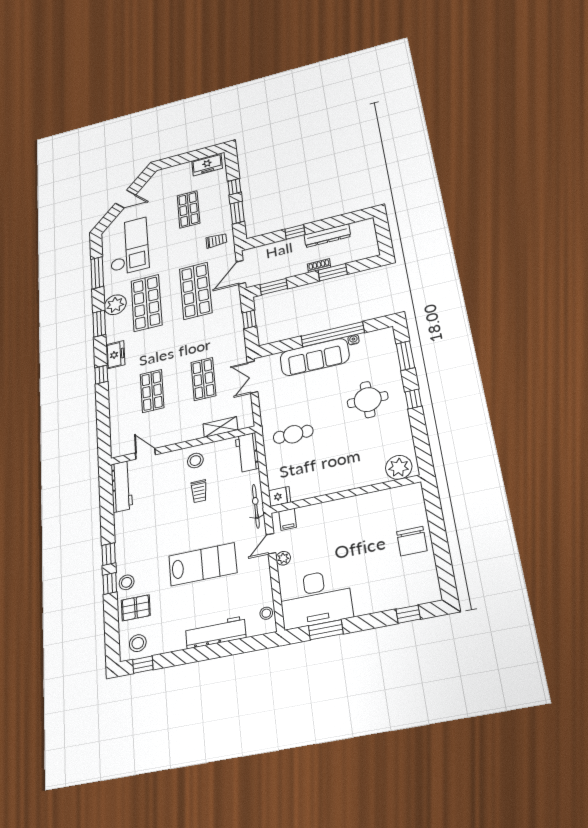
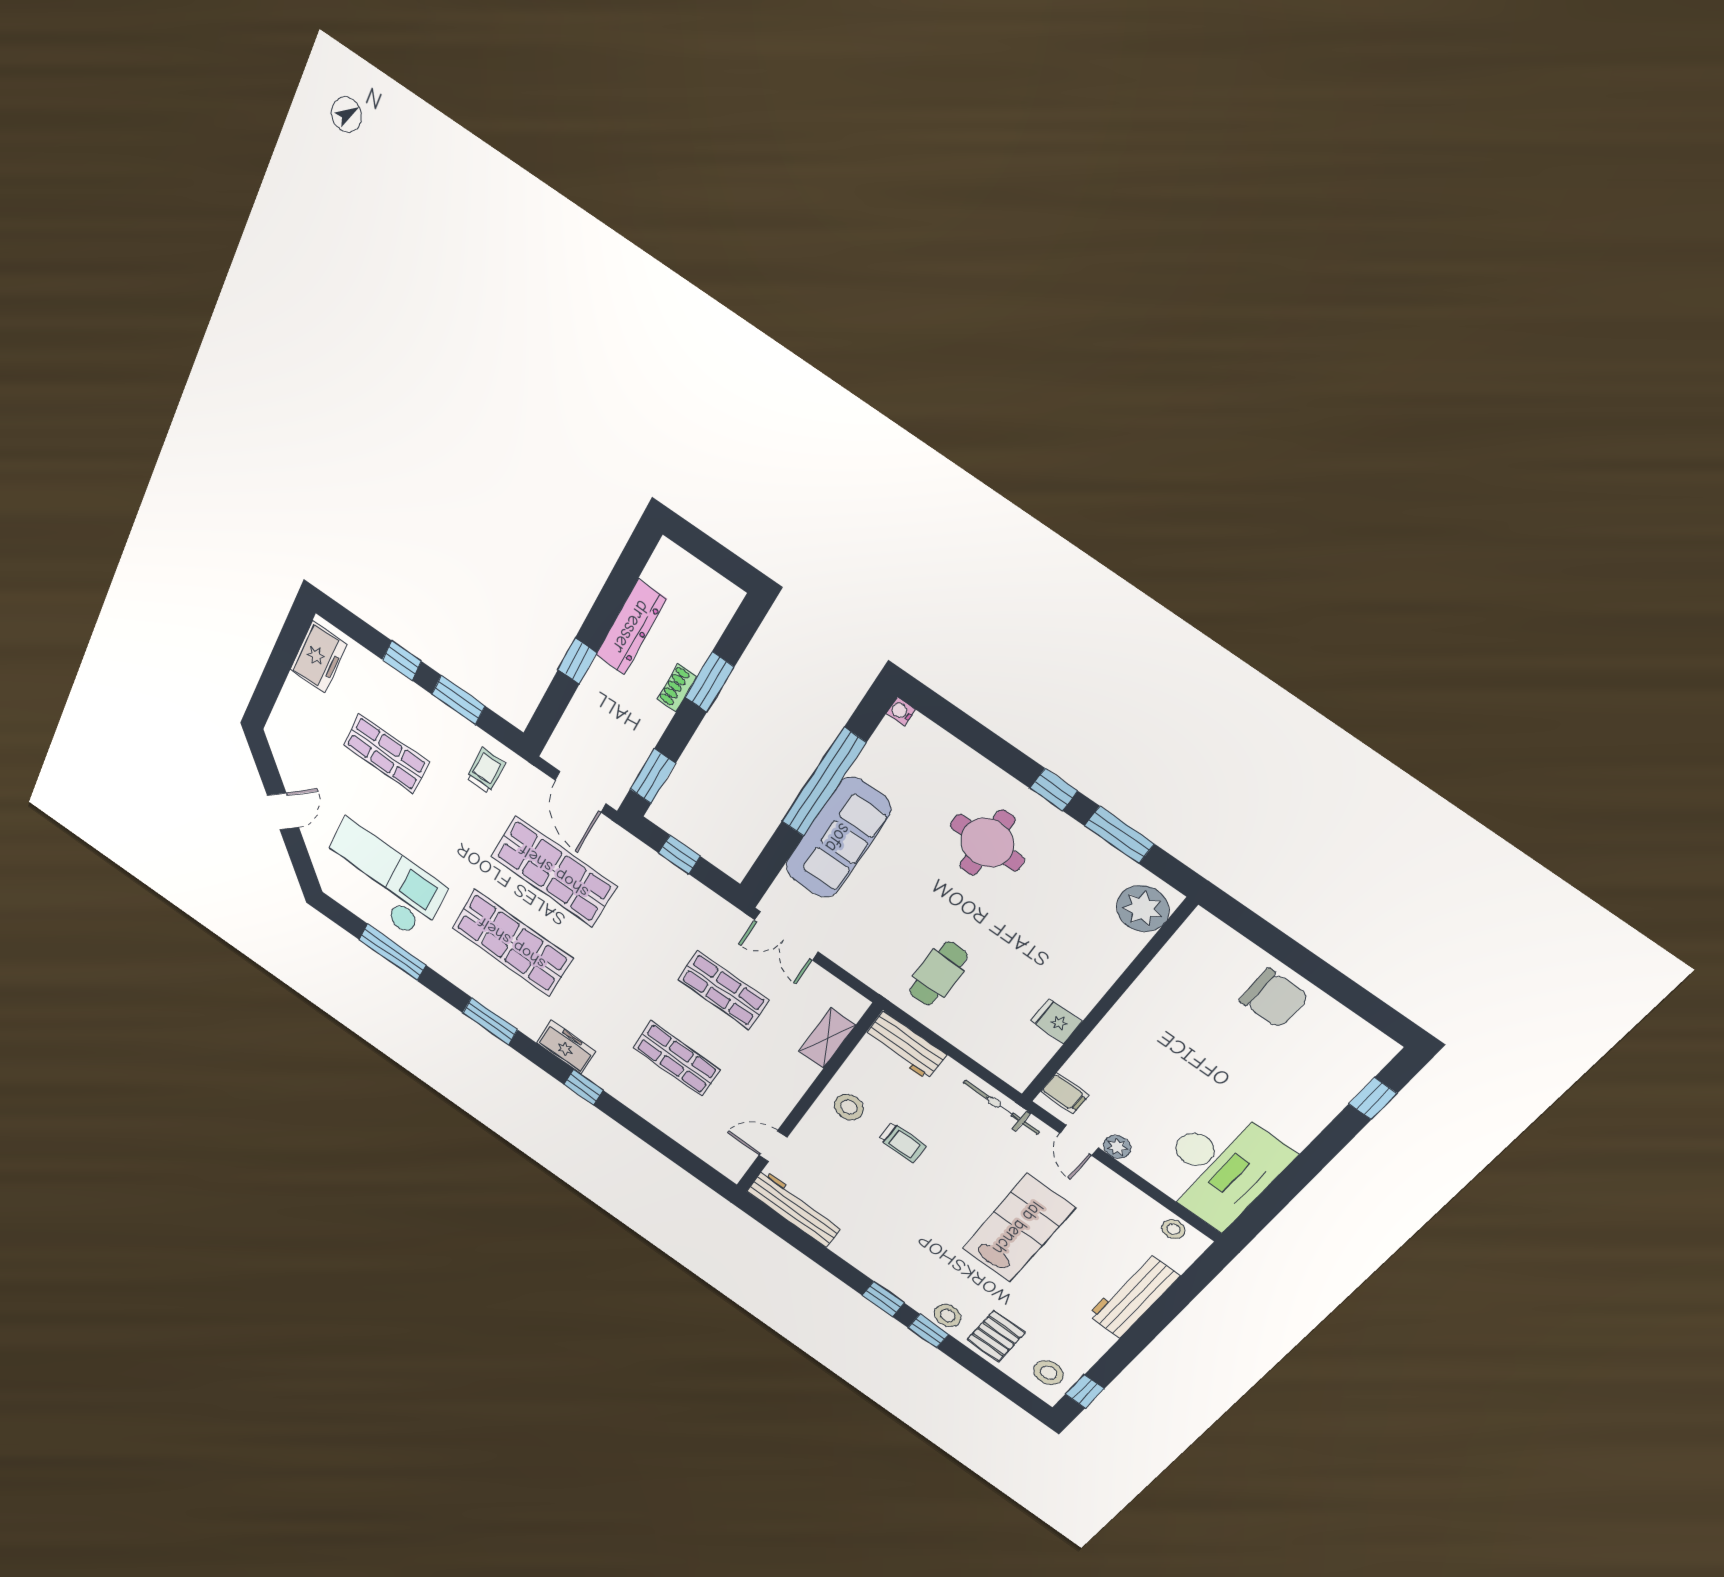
plant: (115, 305) -> (476, 979), removed
water cooler: (353, 340) -> (901, 711), moved
window: (405, 356) -> (1119, 835), moved
fridge: (280, 496) -> (1056, 1021), moved, turned -90
window: (326, 630) -> (1278, 1195), removed

